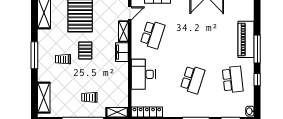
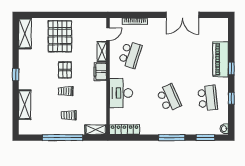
window: (257, 49) -> (231, 68), width x0.46
window: (34, 55) -> (16, 75), width x0.46
trolley: (63, 59) -> (66, 91), moved
school desk: (193, 79) -> (169, 98), turned -42
shelving: (44, 98) -> (25, 105), moved

